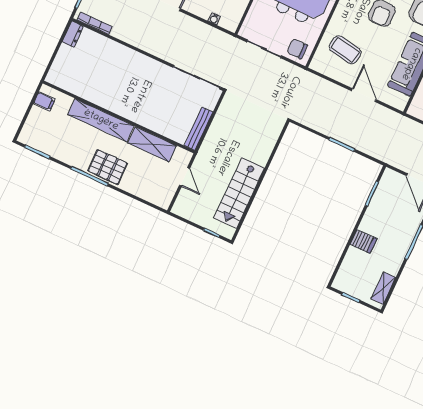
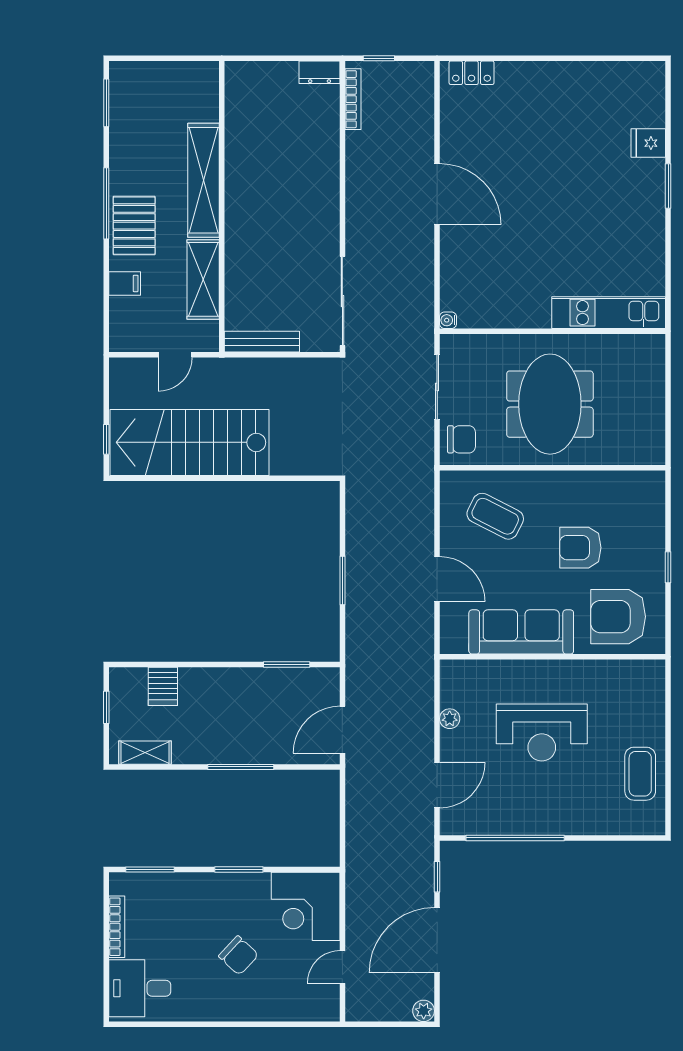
water cooler: (214, 19) -> (448, 320), moved
chair: (297, 49) -> (462, 439), turned 90
coffee table: (345, 50) -> (495, 516), turned -73
door: (364, 95) -> (437, 579), hinge flipped
filing cabinet: (44, 101) -> (125, 283), moved, turned -90
stairs: (239, 193) -> (190, 442), width x1.36, depth x1.51
server rack: (363, 241) -> (163, 686), moved

